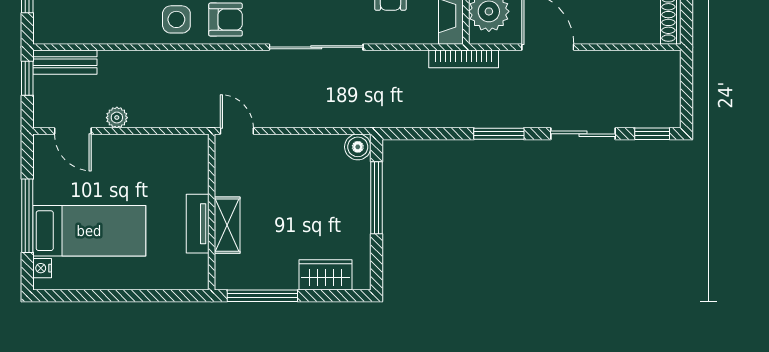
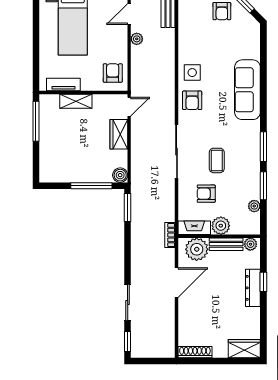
bookcase: (464, 59) -> (170, 235), width x0.64
window: (499, 134) -> (128, 207), moved
armchair: (177, 160) -> (113, 73), added
tv unit: (198, 224) -> (63, 85), moved
wardrobe: (326, 275) -> (119, 134), moved, turned 180

